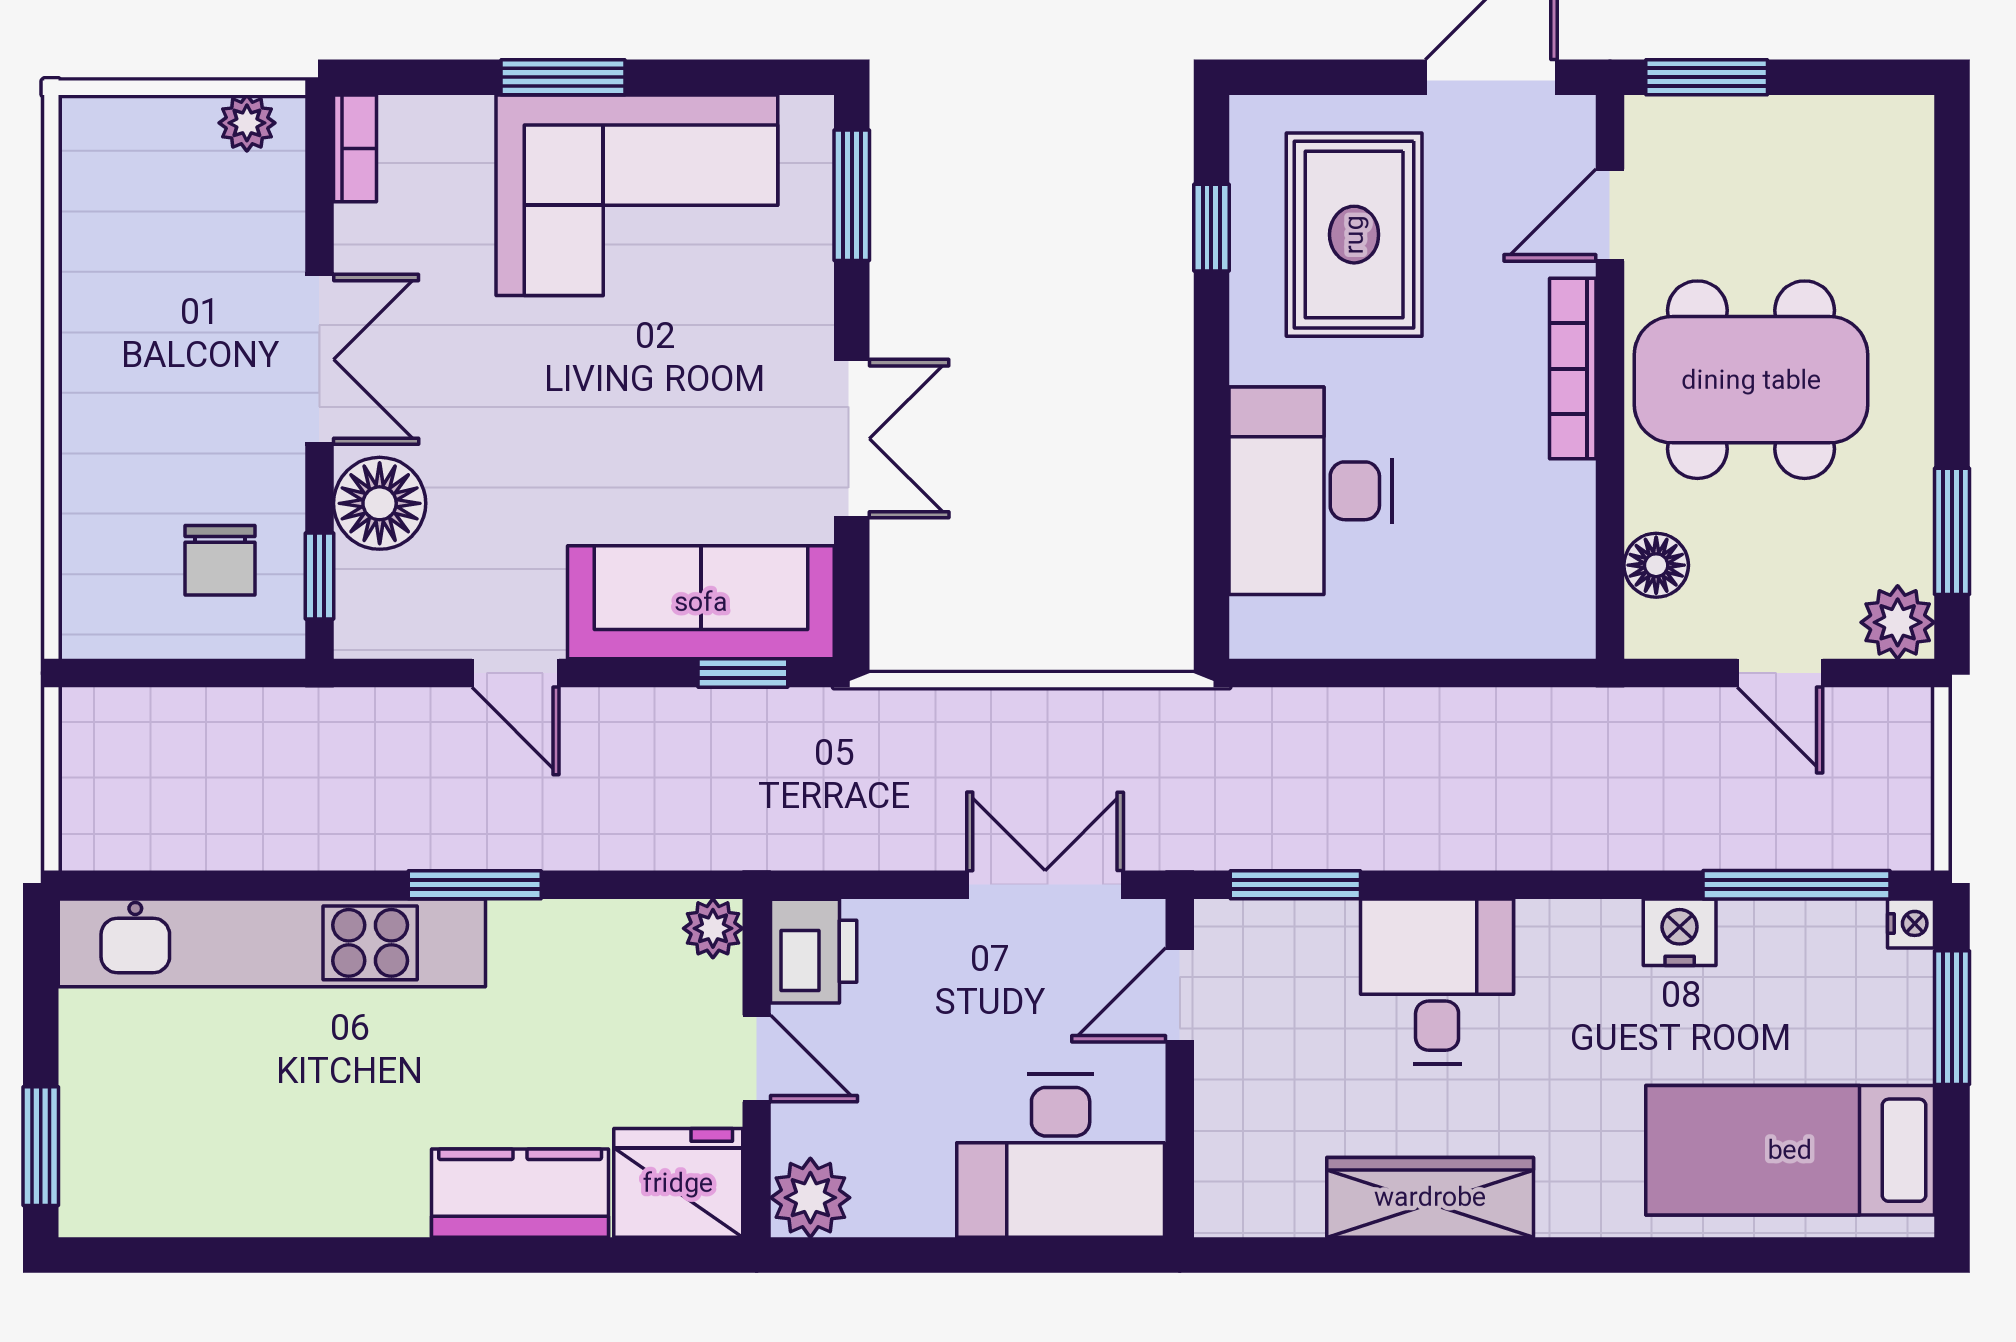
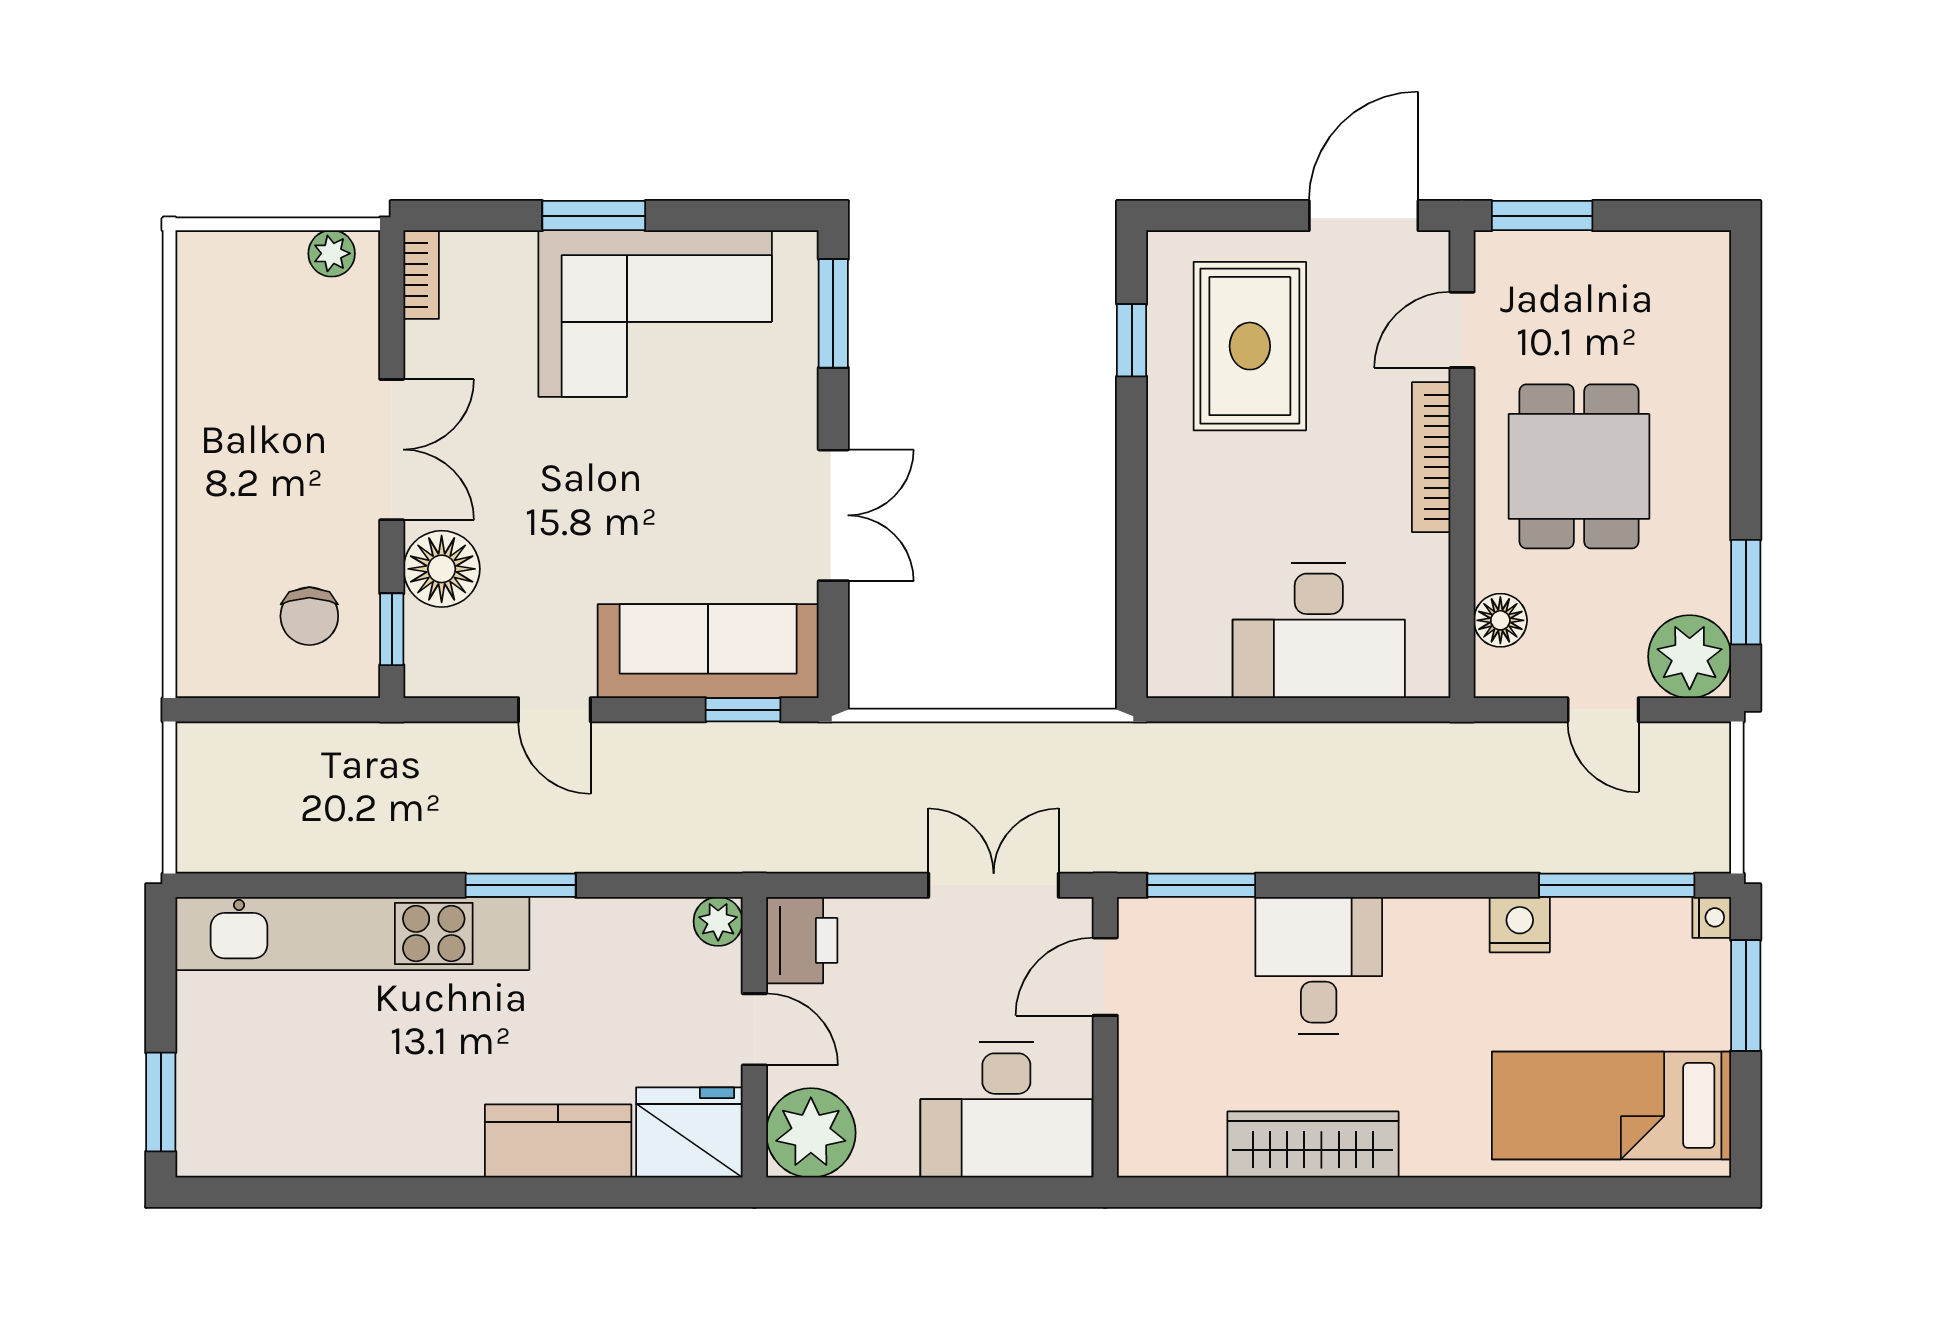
dining table: (1751, 380) -> (1579, 466), width x0.73
desk: (1311, 491) -> (1319, 630), moved, turned -90
plant: (1898, 622) -> (1690, 657), width x1.36, depth x1.36
plant: (810, 1198) -> (811, 1133), width x1.36, depth x1.36

